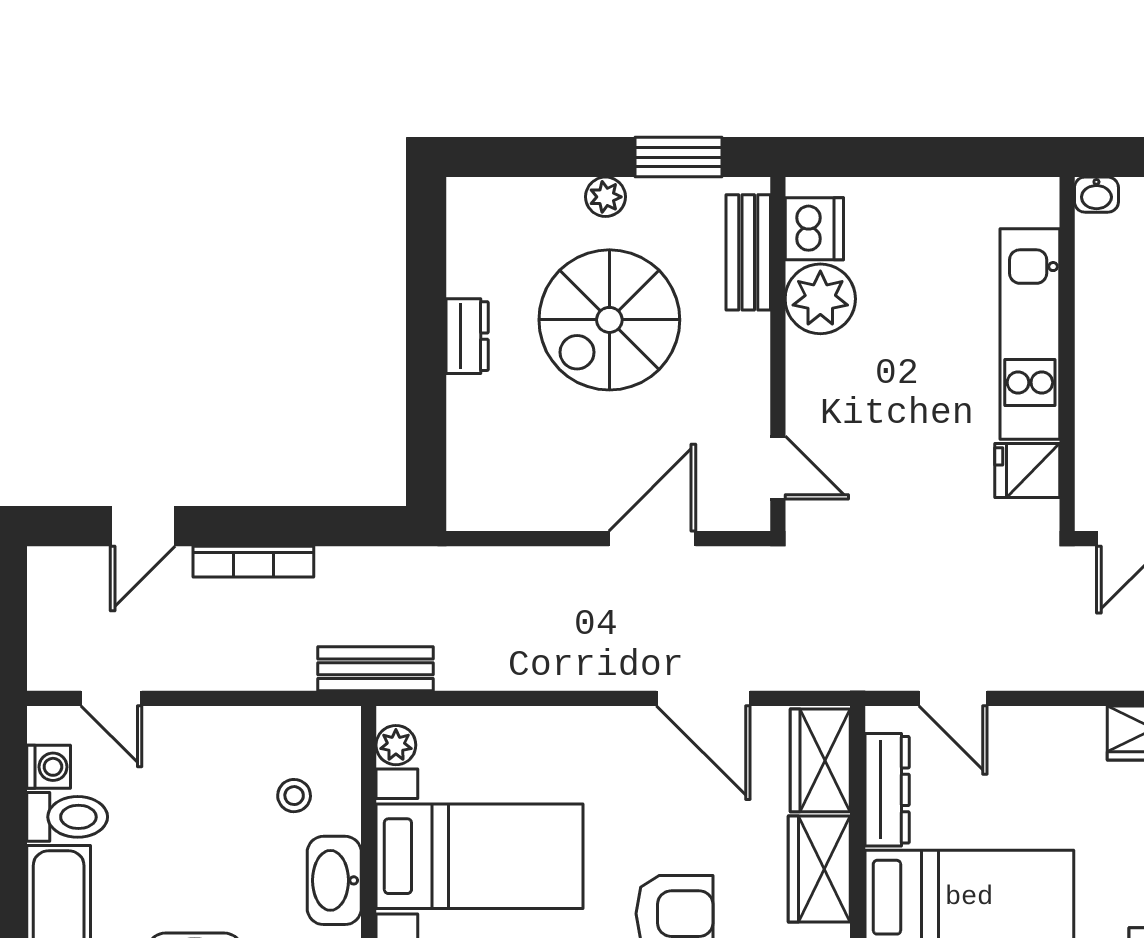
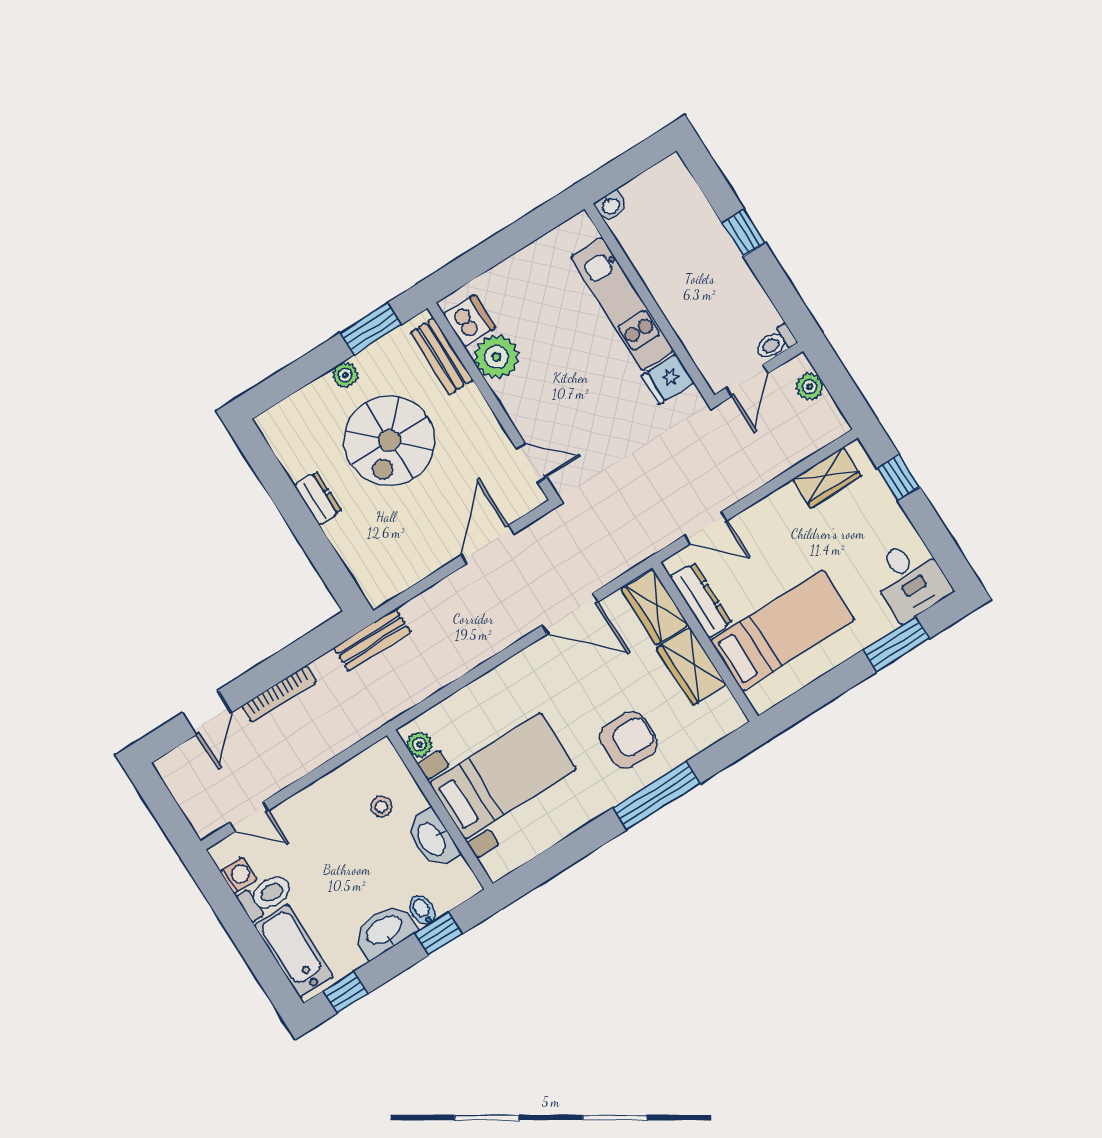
bench: (376, 669) -> (372, 640), moved

